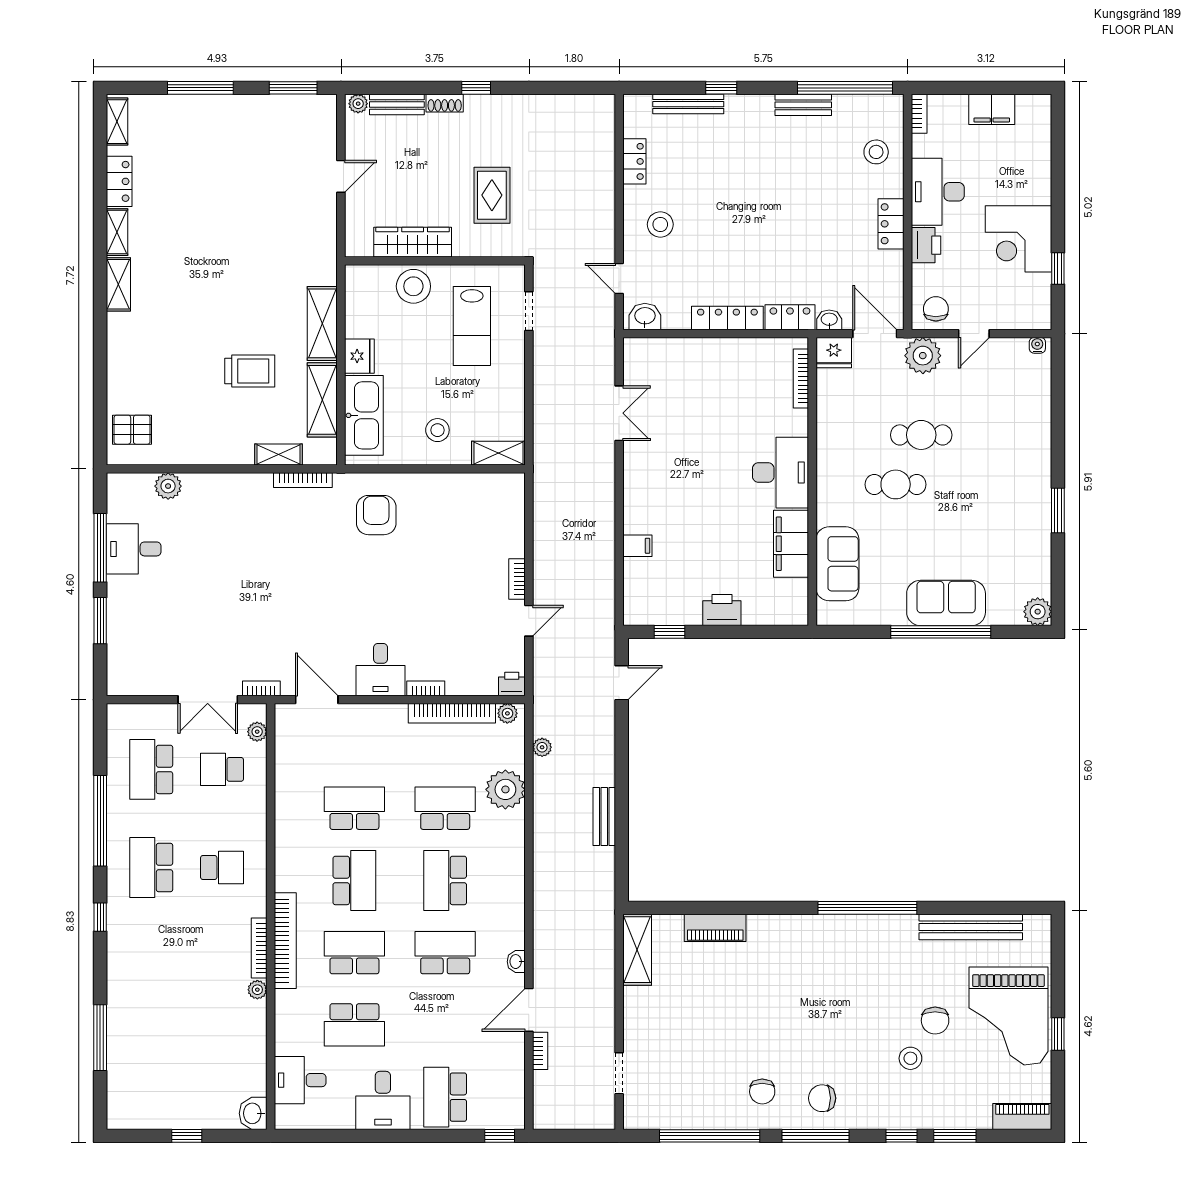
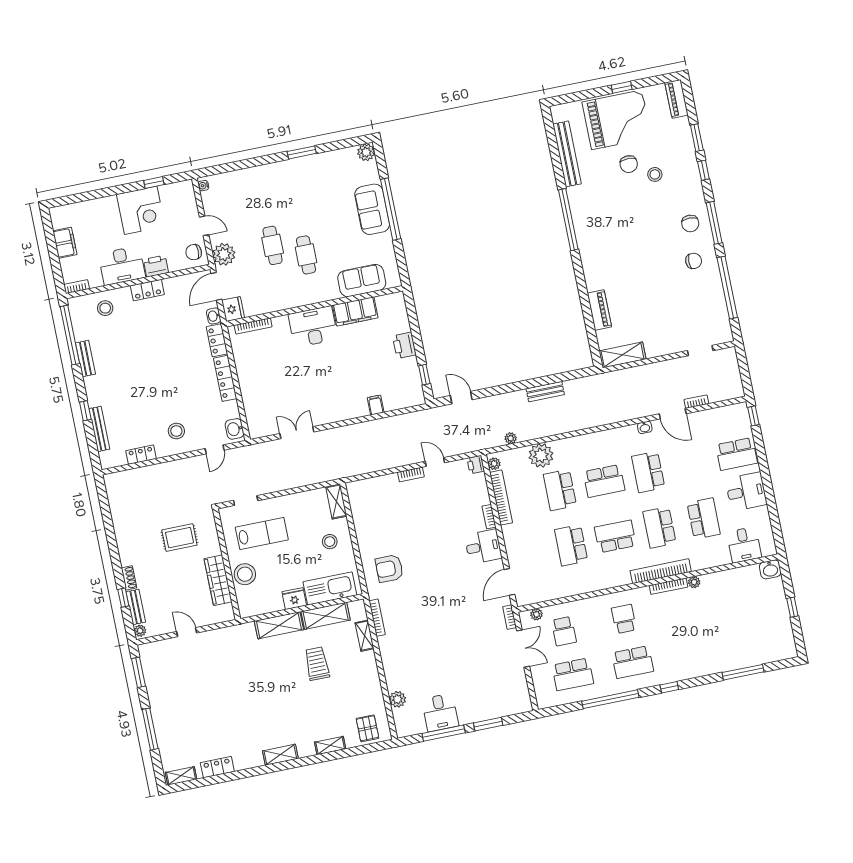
window: (476, 88) -> (123, 598), moved
shelving: (117, 232) -> (330, 746), moved
chair: (935, 1021) -> (629, 164), turned 90

